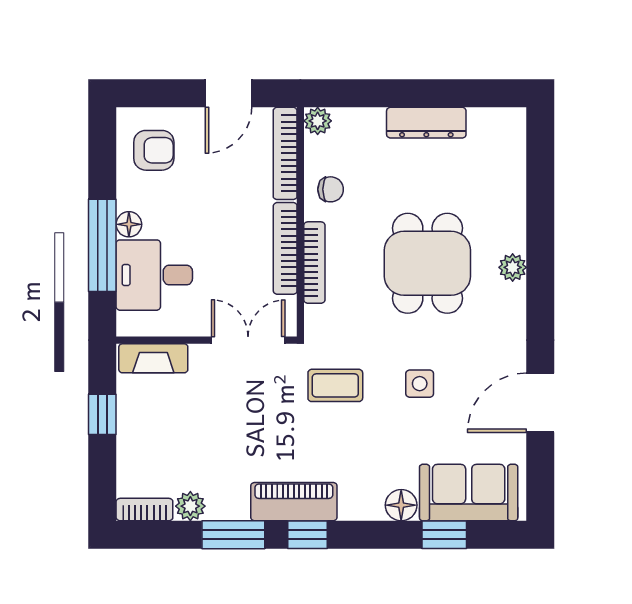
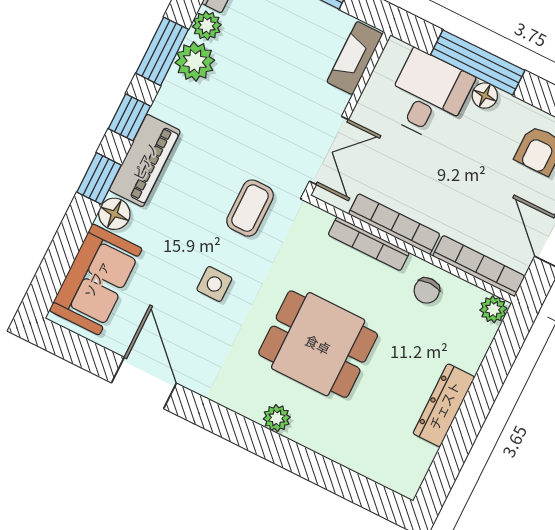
plant: (228, 501) -> (195, 61), added
piano: (294, 502) -> (145, 161), moved
window: (444, 535) -> (99, 179), moved

